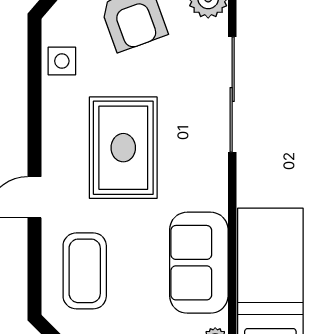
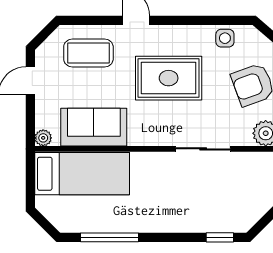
sliding door: (232, 95) -> (203, 149), width x0.73

